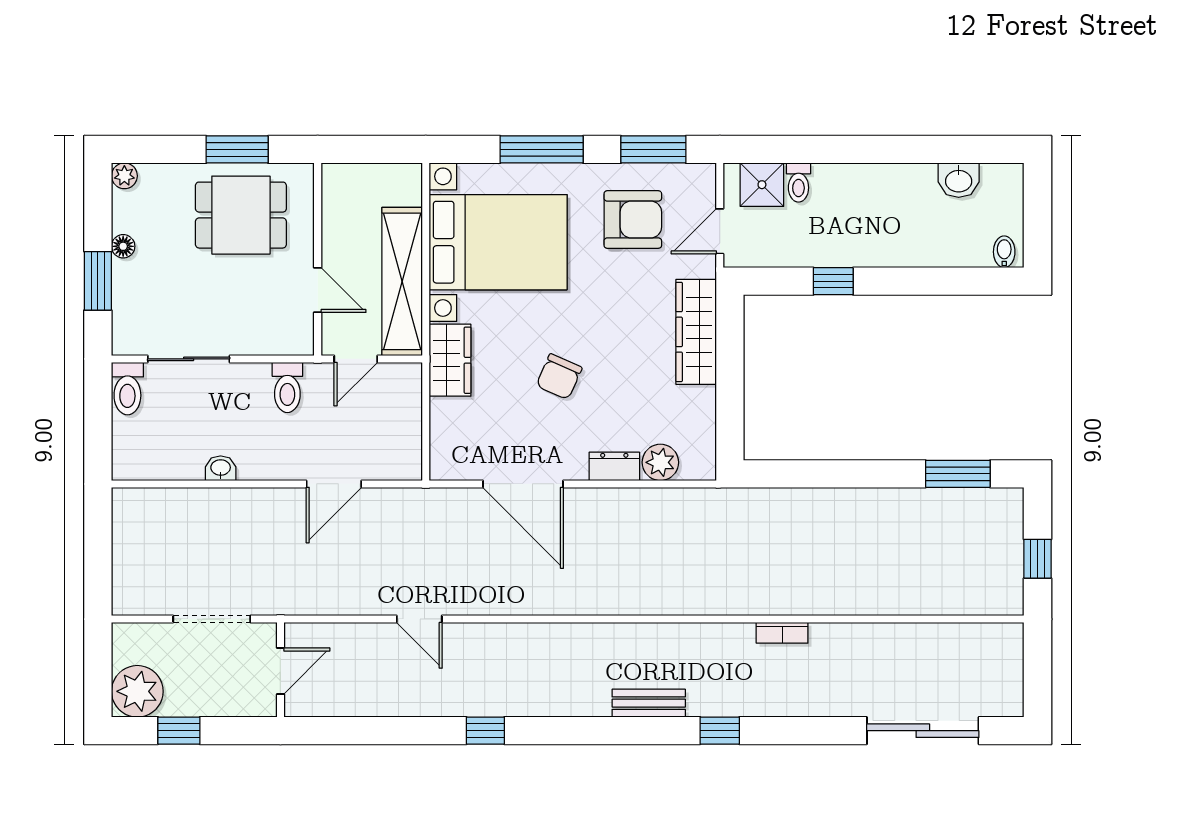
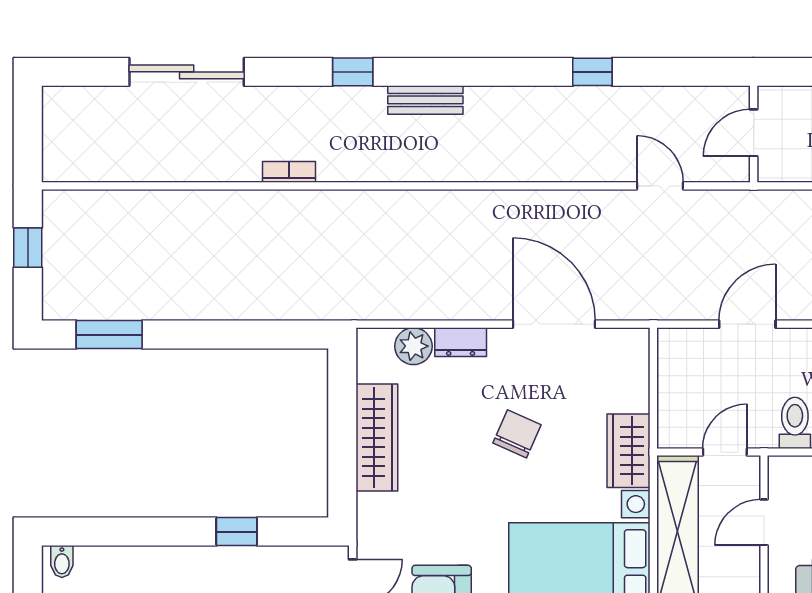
door: (318, 290) -> (764, 522), hinge flipped
wardrobe: (696, 332) -> (377, 438), moved
wall: (280, 670) -> (754, 134), moved
door: (280, 671) -> (754, 133), moved
sliding door: (923, 731) -> (187, 72), moved

